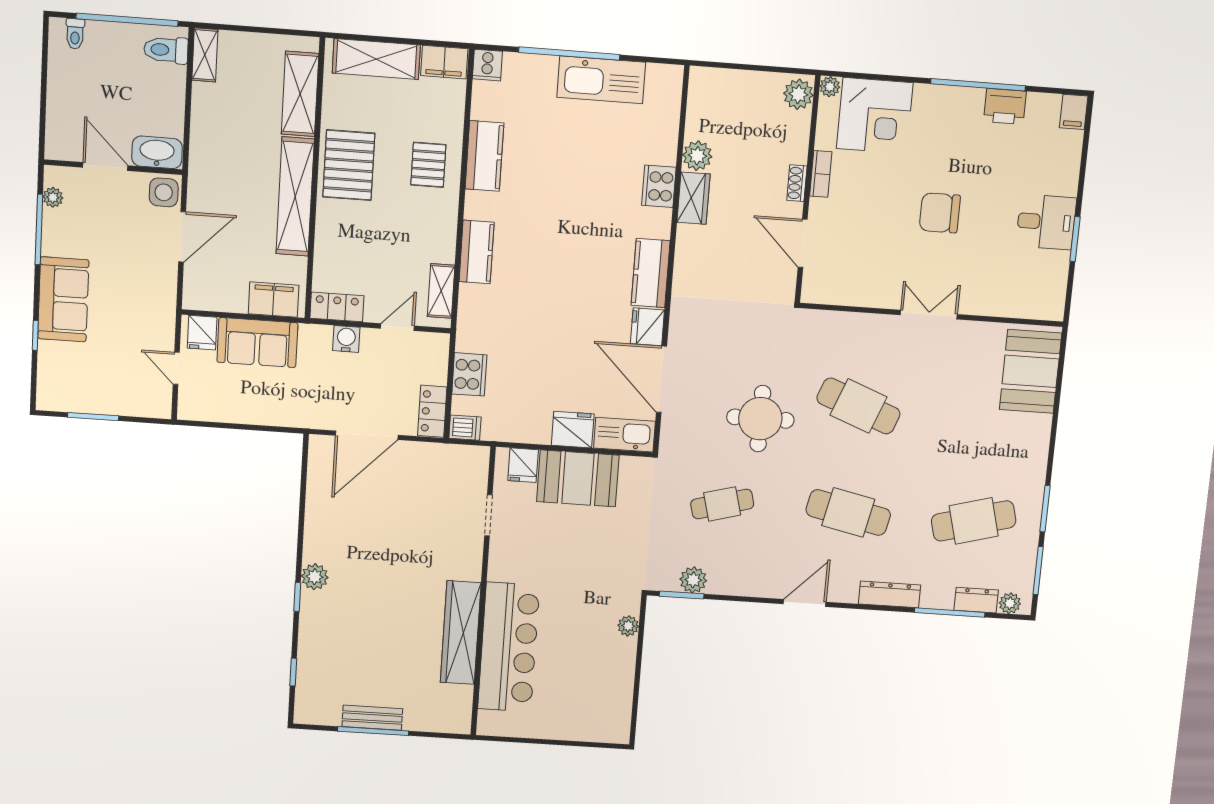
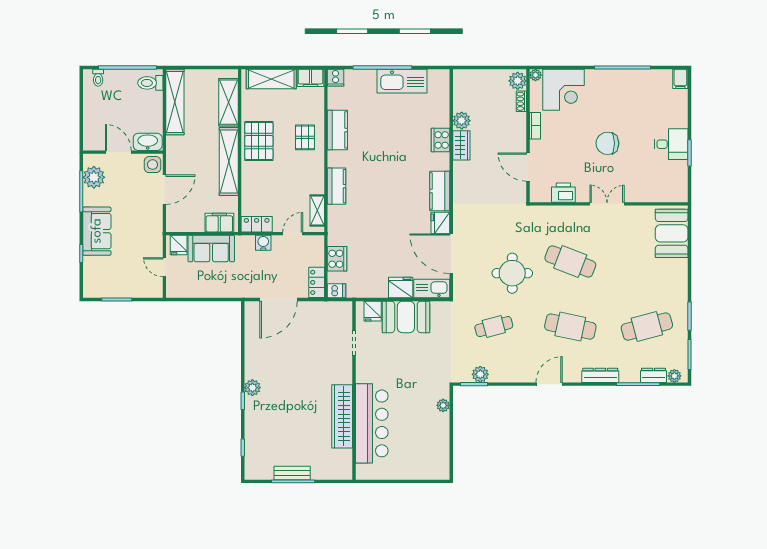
shelving: (205, 55) -> (175, 102), width x2.20, depth x1.33
printer: (1005, 106) -> (563, 193), moved, turned 180
shoe rack: (797, 183) -> (521, 101), moved
plant: (53, 197) -> (94, 177), width x1.87, depth x1.87

